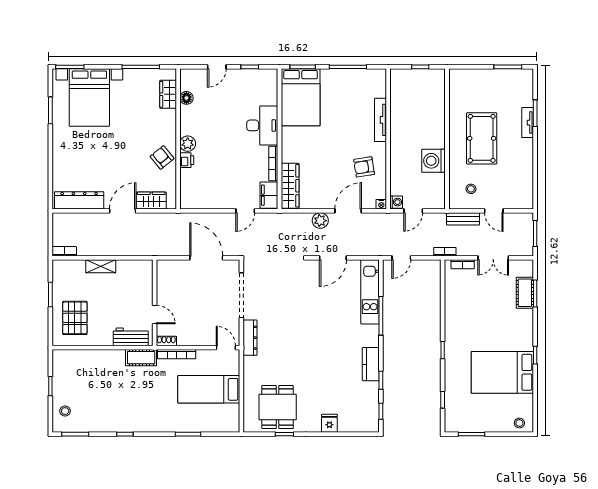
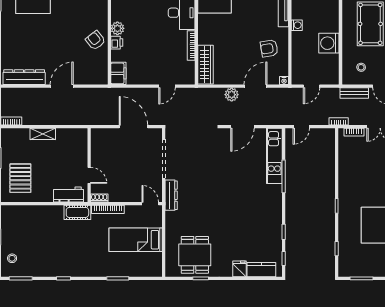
filing cabinet: (269, 195) -> (118, 73), moved, turned 180
wardrobe: (151, 201) -> (86, 77), removed
washing machine: (396, 202) -> (297, 25), moved
kitchen counter: (371, 364) -> (261, 270), moved, turned 90

